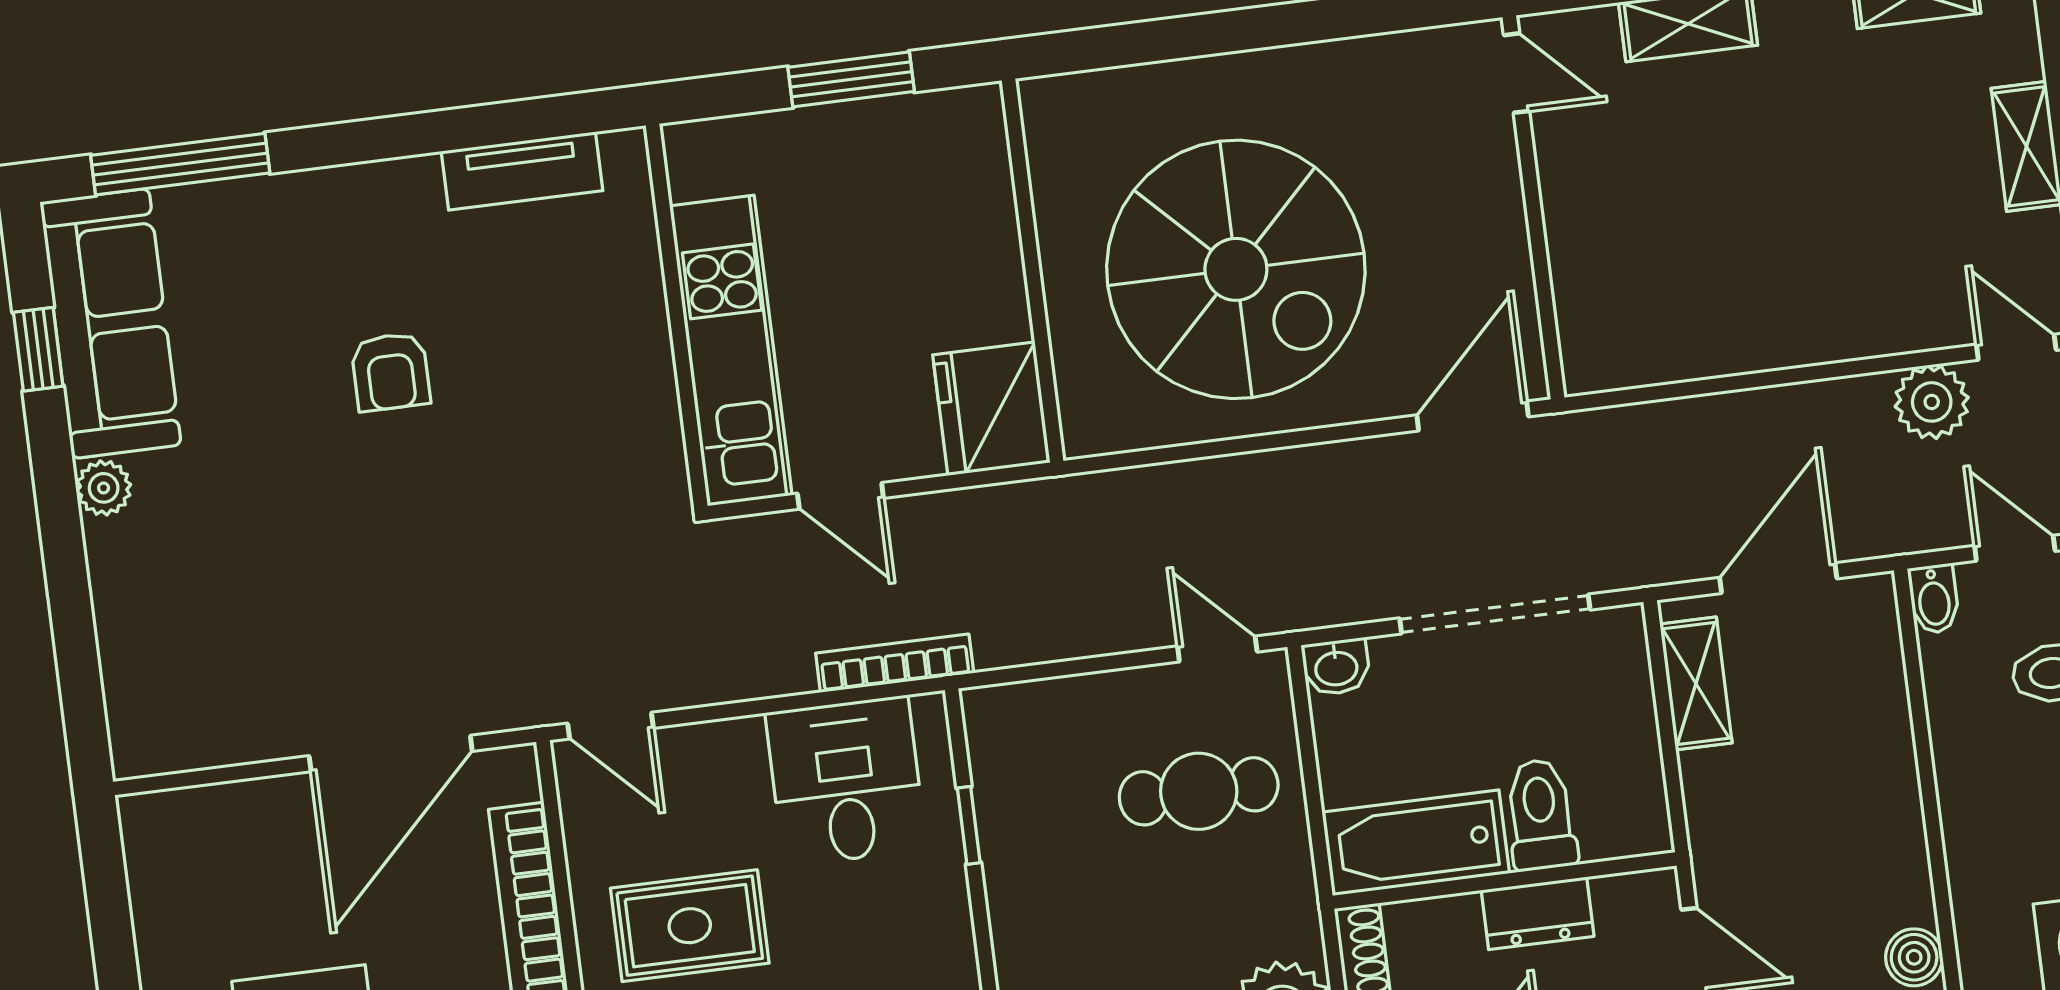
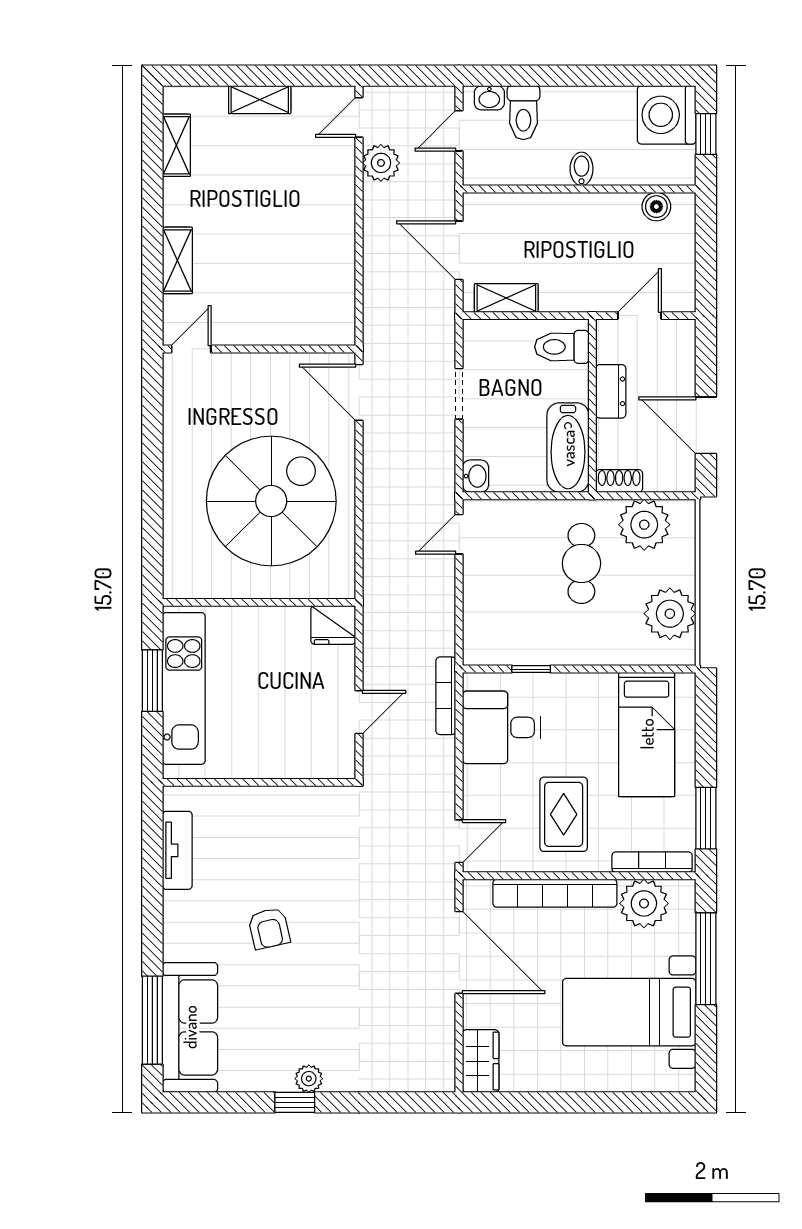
sofa: (111, 323) -> (190, 1027), moved, turned 90
window: (38, 349) -> (295, 1102), moved
kitchen unit: (731, 351) -> (184, 688), moved, turned 90
armchair: (391, 372) -> (269, 928), turned 77
fridge: (991, 409) -> (333, 625), width x0.73, depth x0.75
bidet: (1934, 599) -> (582, 169), moved, turned -90
doorway: (1495, 614) -> (459, 394), width x0.53
cafe table: (1199, 791) -> (581, 563), moved
toilet: (1541, 815) -> (562, 347), moved
wardrobe: (181, 823) -> (481, 1061), added

